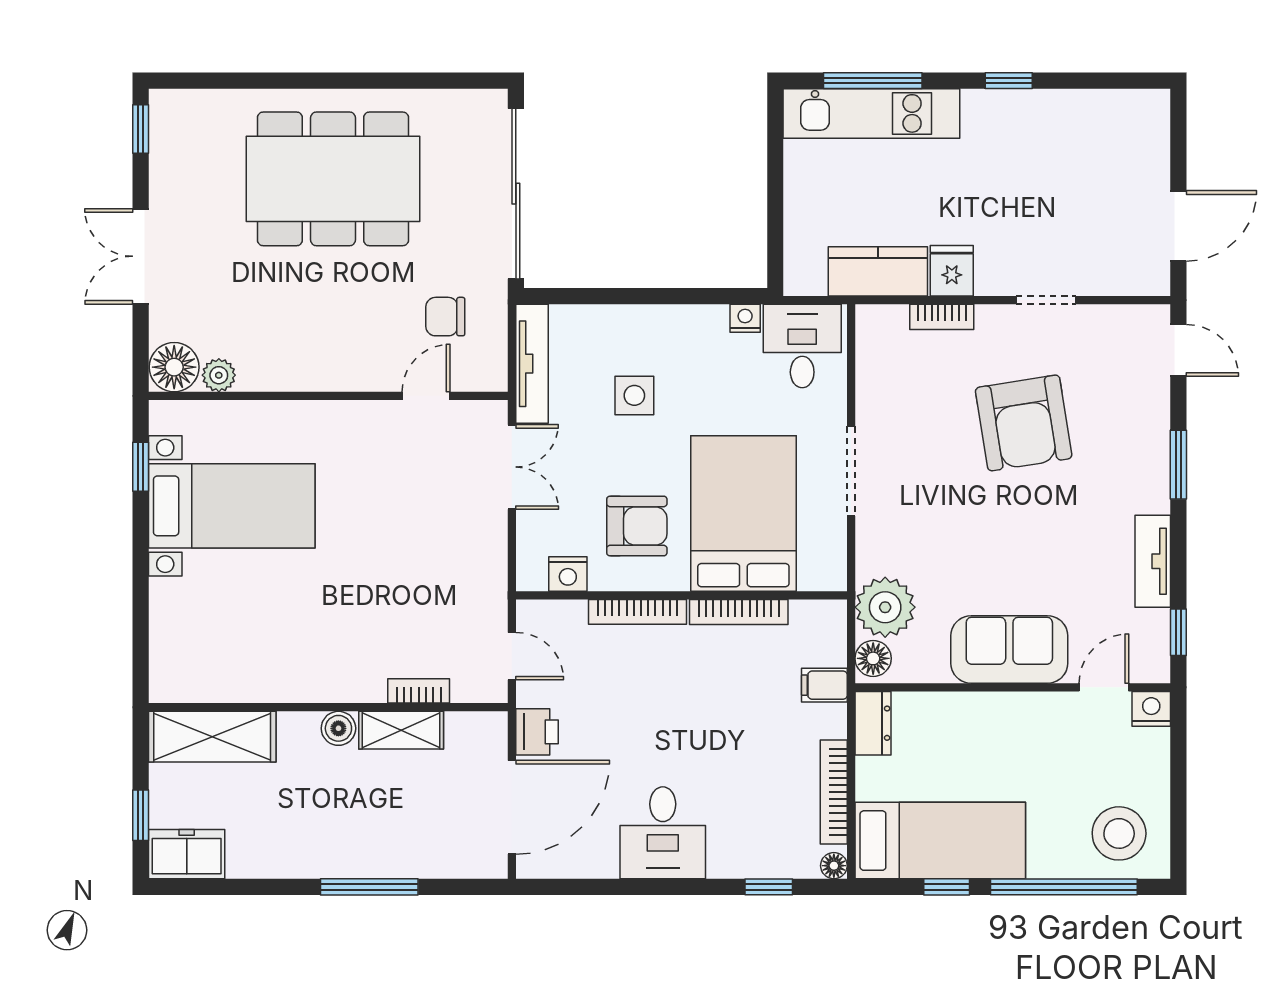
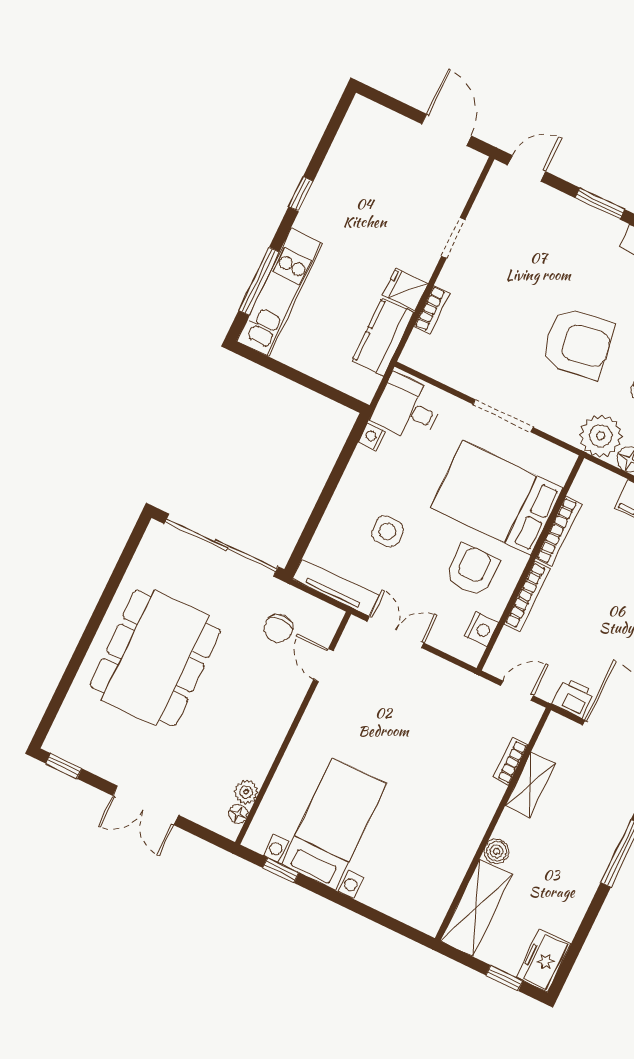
floor lamp: (174, 367) -> (238, 814), width x0.53, depth x0.53
armchair: (1024, 423) -> (578, 343), moved
boiler: (338, 728) -> (497, 851), moved

